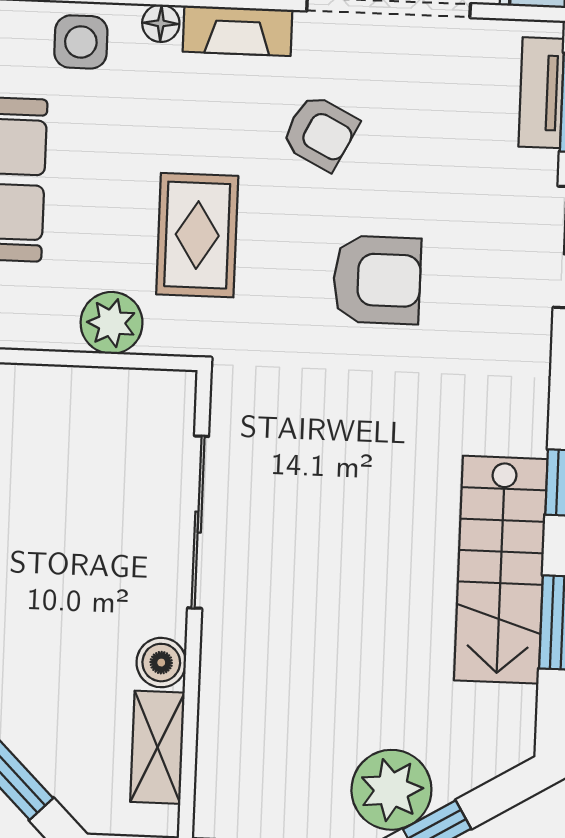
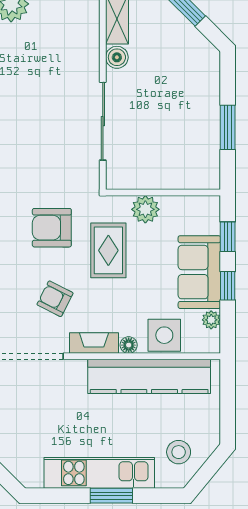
side table: (81, 42) -> (164, 335), width x1.37, depth x1.37
armchair: (377, 280) -> (52, 228), moved

